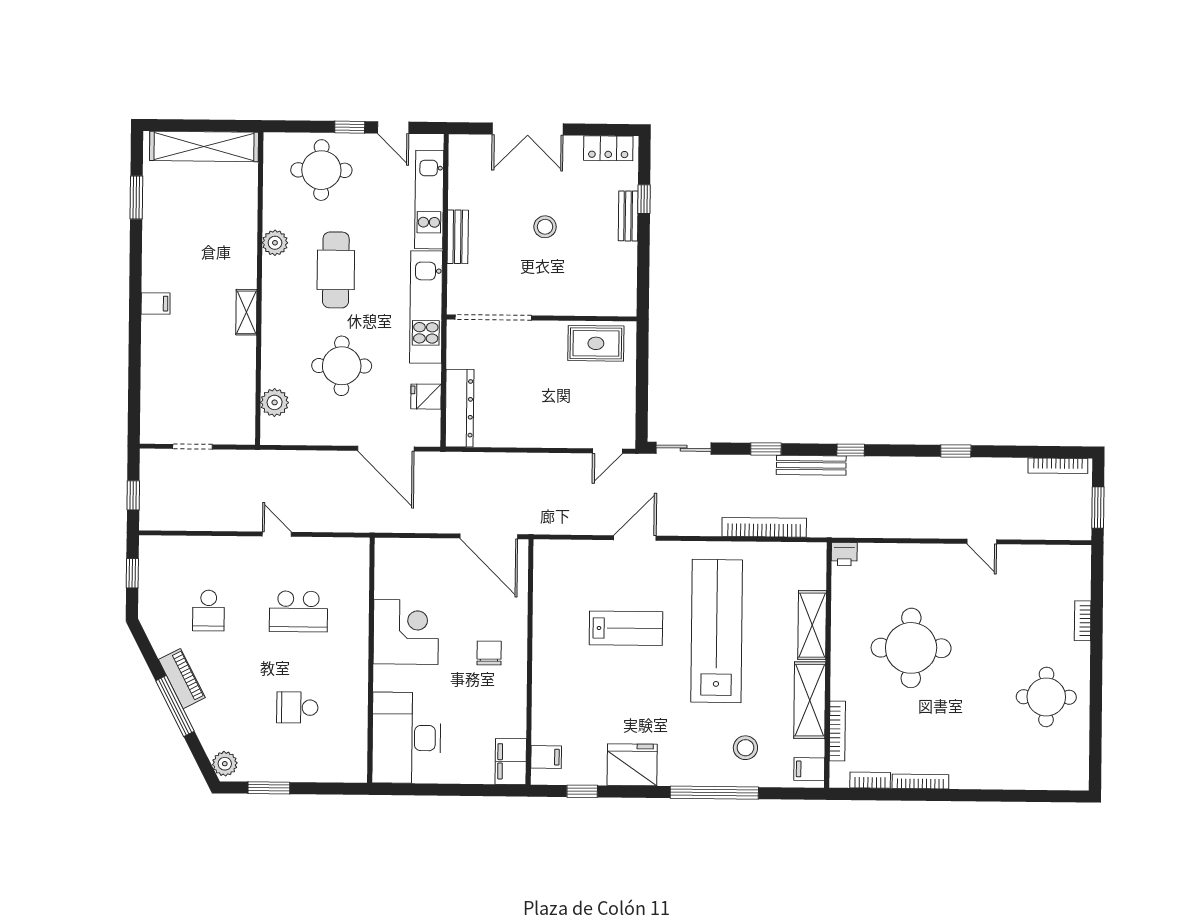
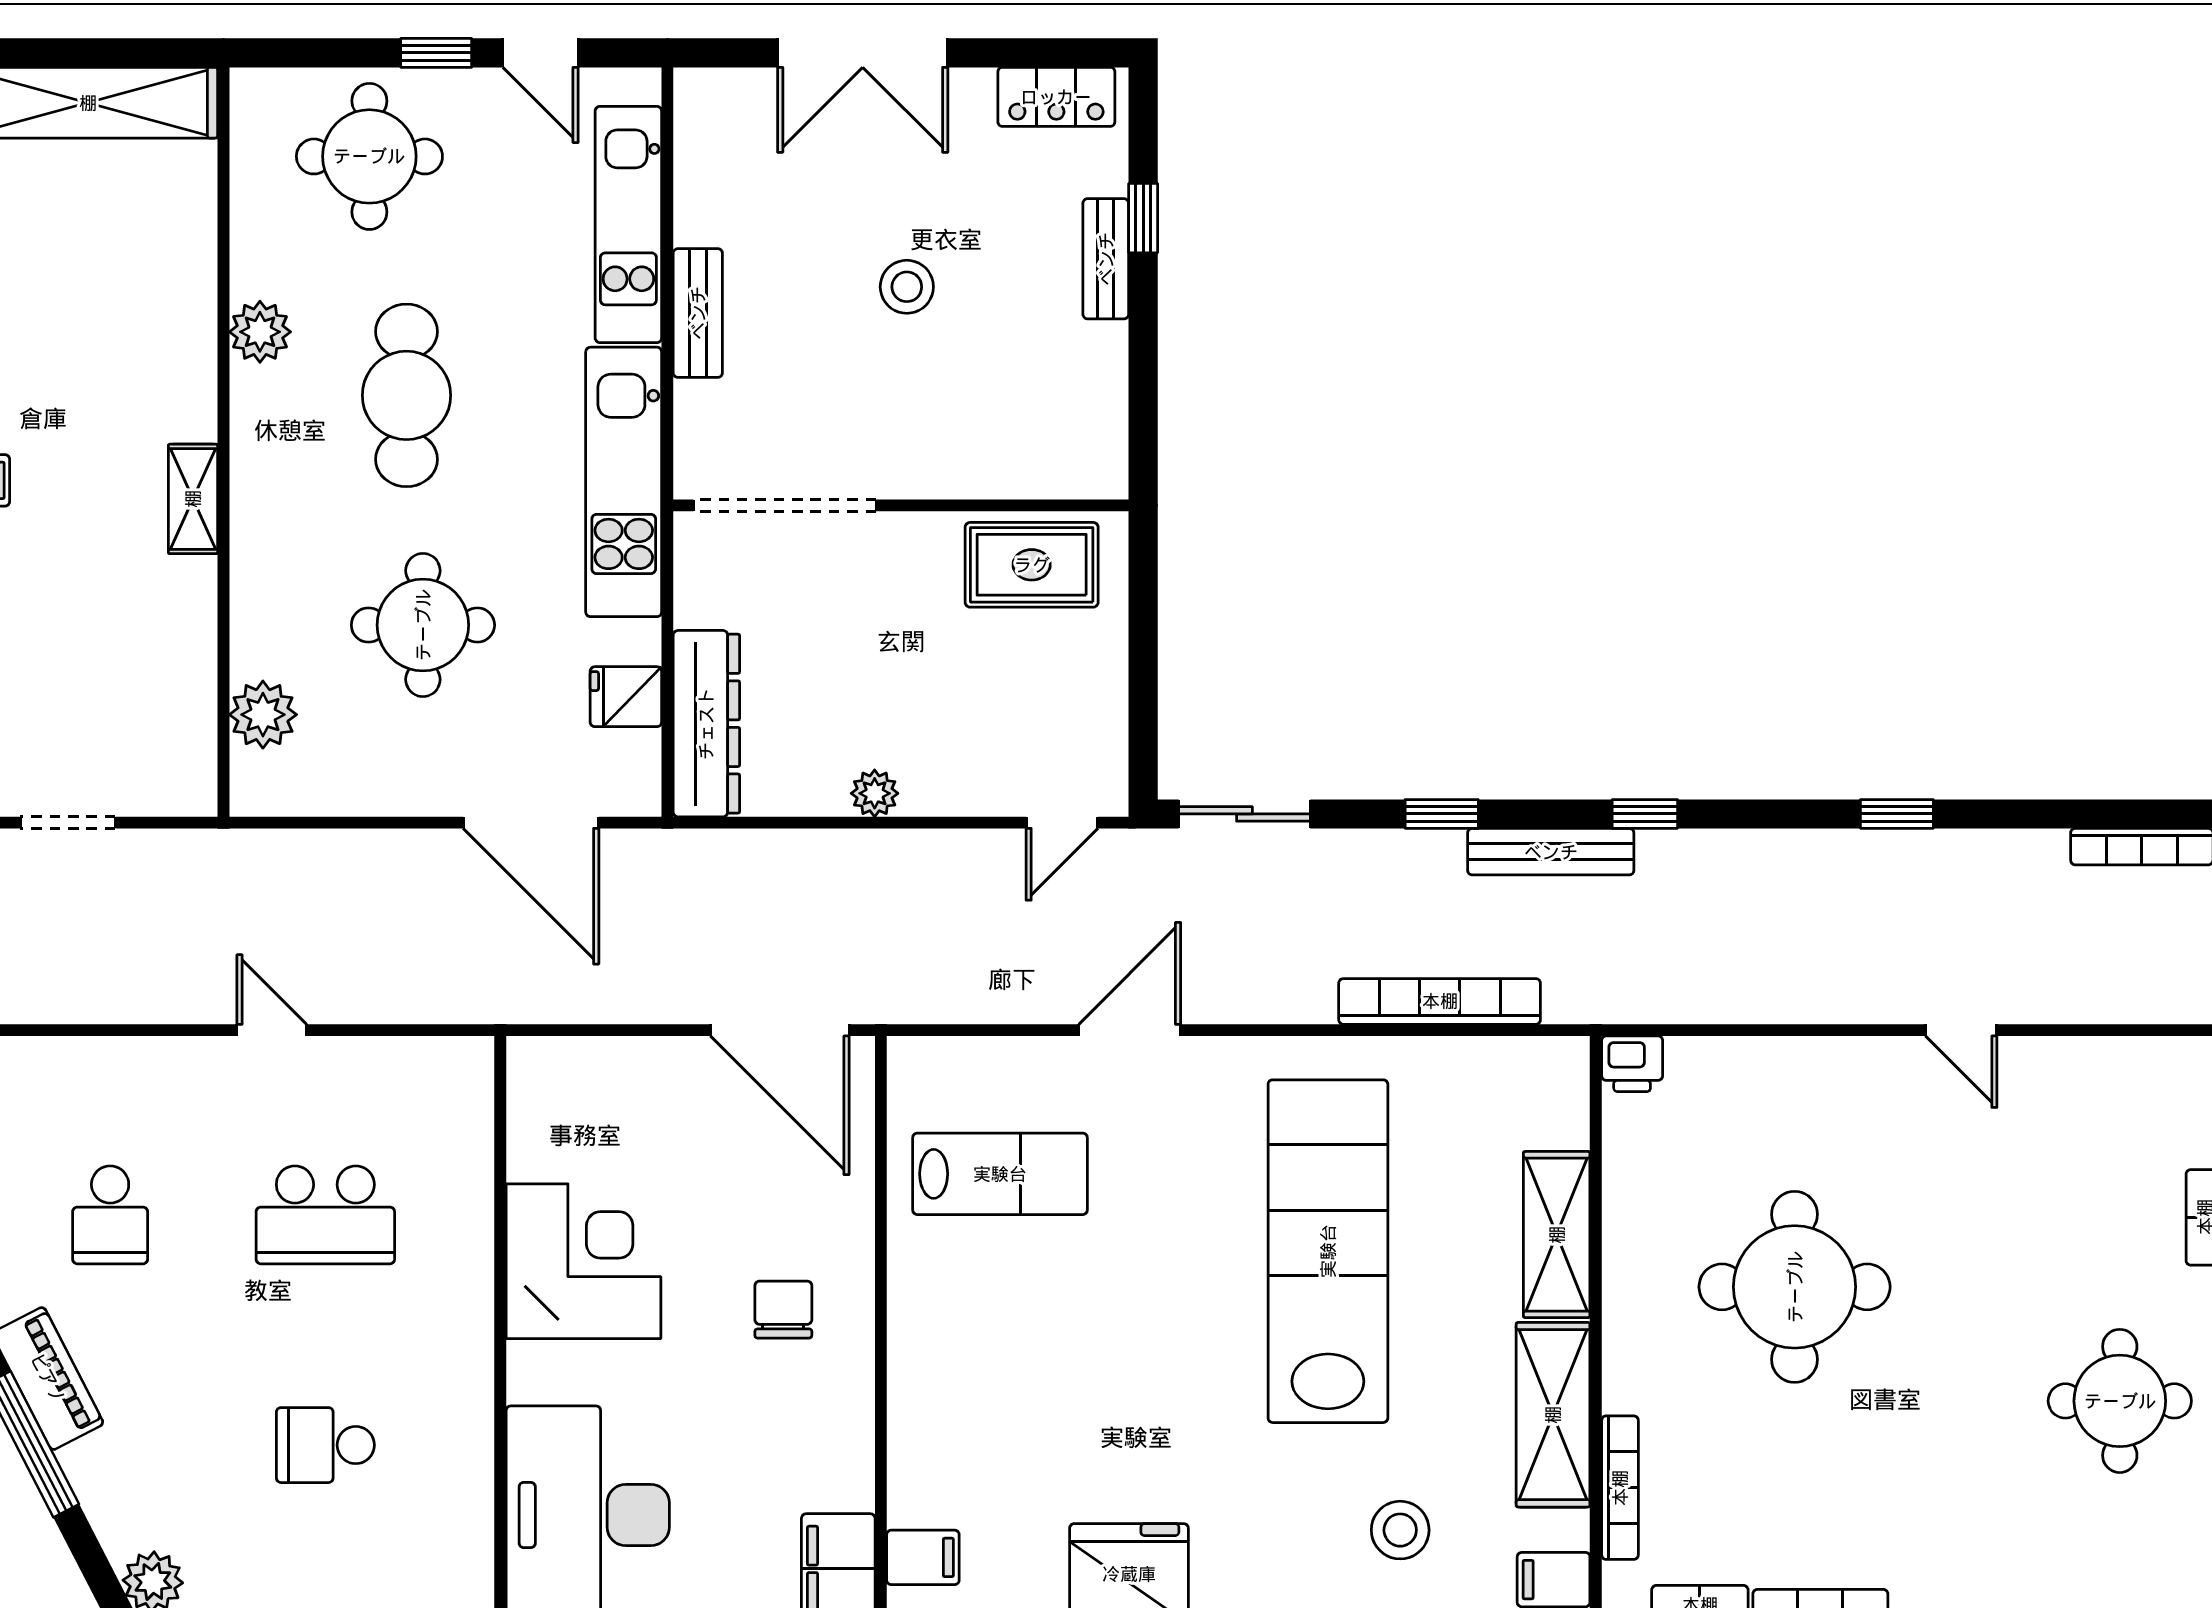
plant: (529, 438) -> (875, 793), added
lab bench: (626, 628) -> (1000, 1174), moved

